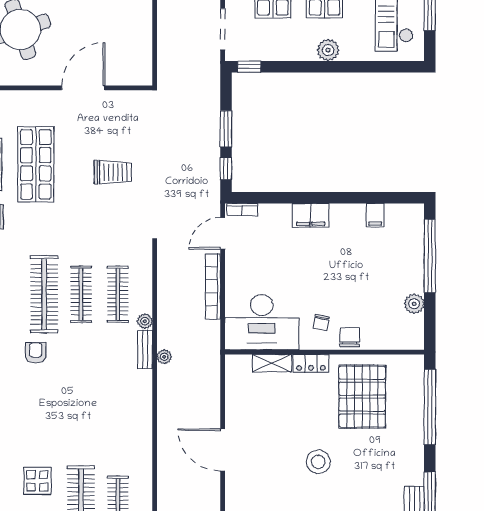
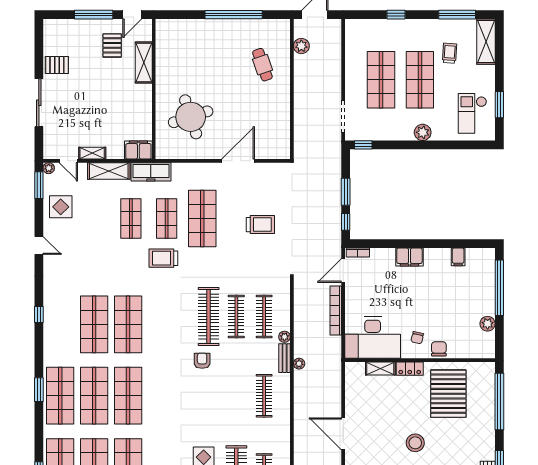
clothes rail: (118, 399) -> (264, 396), added

